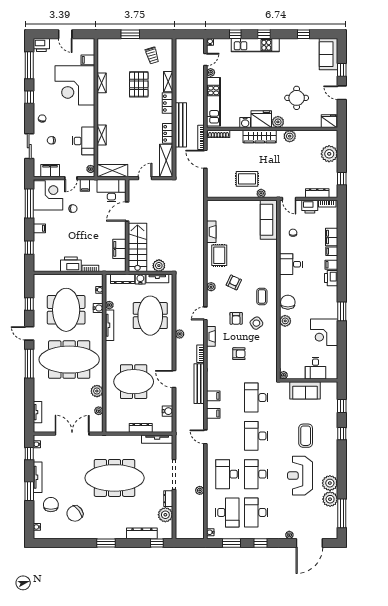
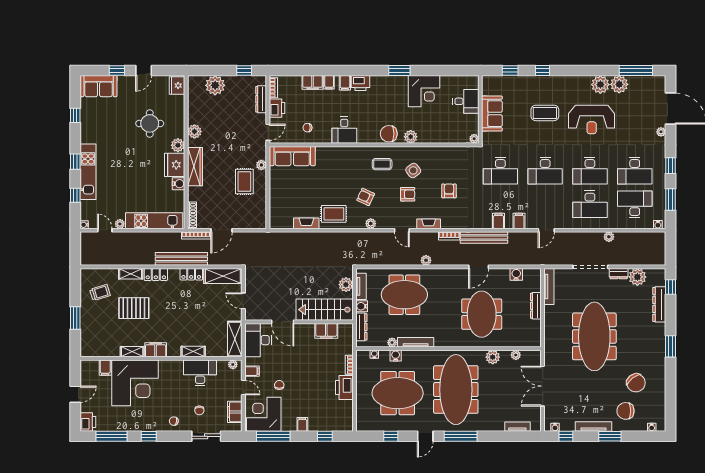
filing cabinet: (103, 103) -> (156, 350), added

